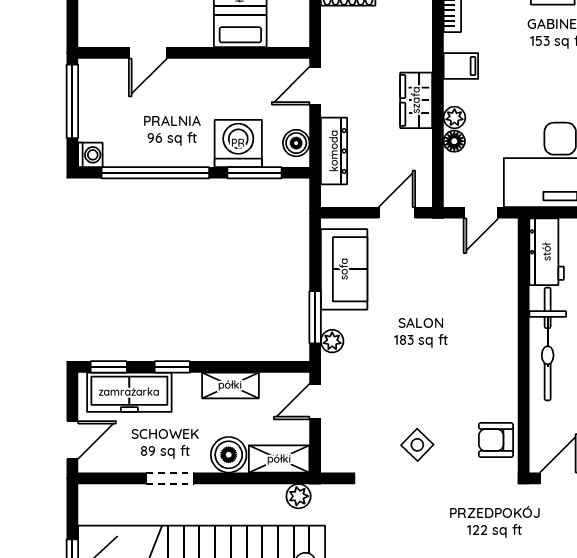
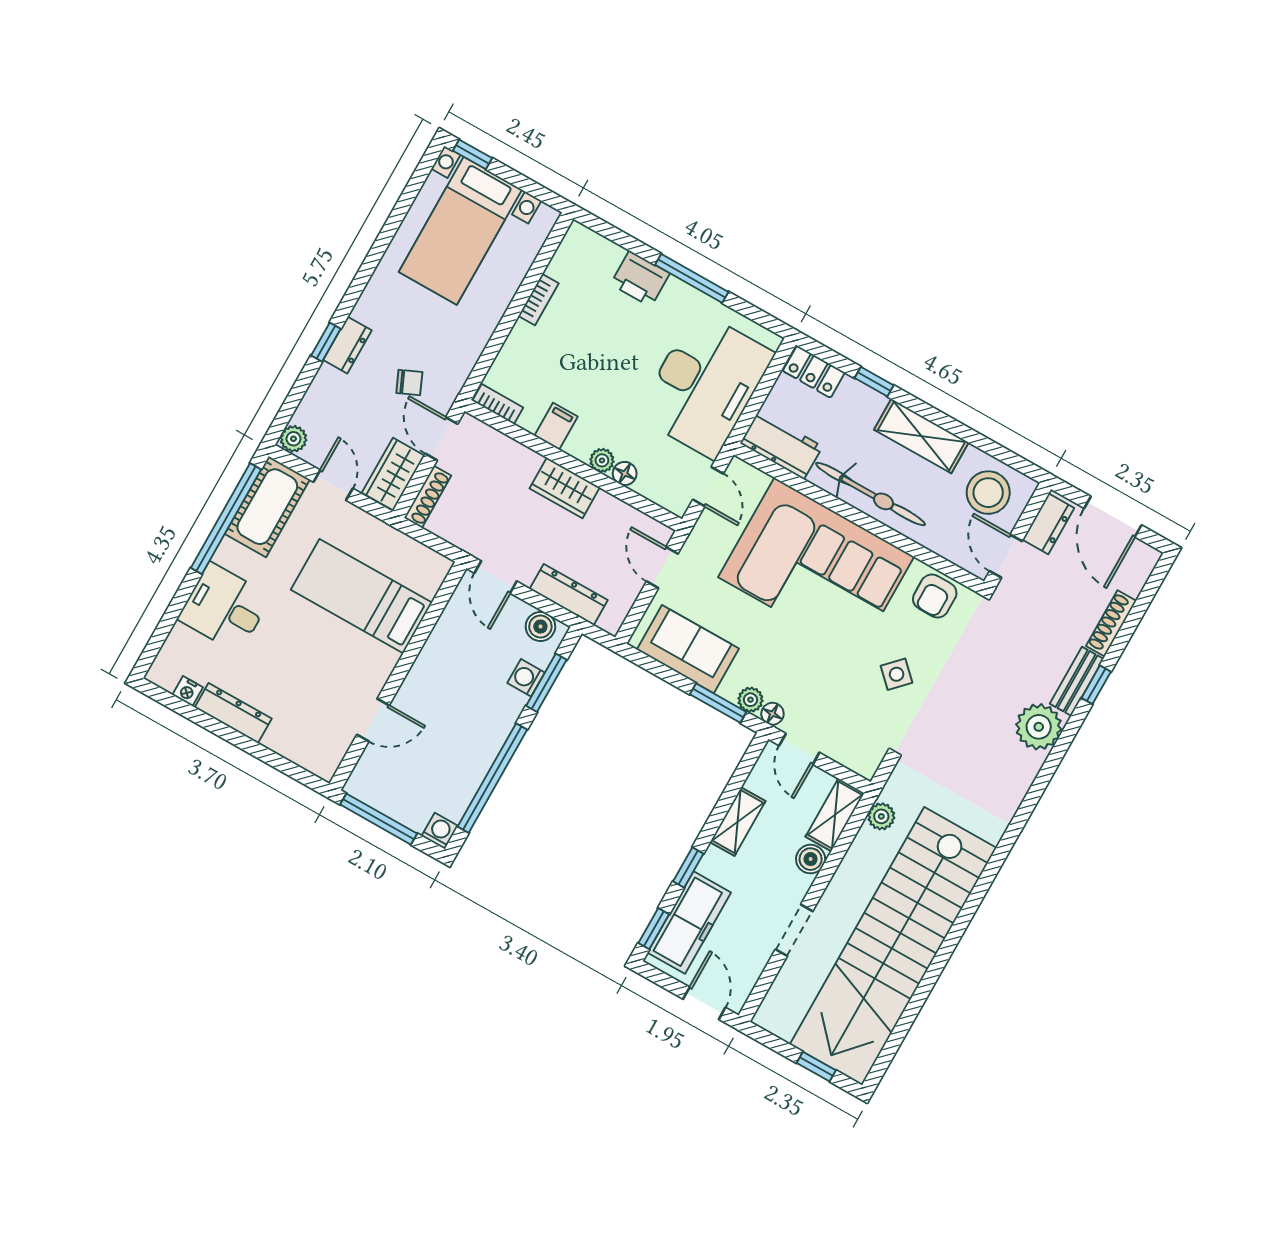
door: (148, 53) -> (373, 720), hinge flipped
washing machine: (238, 143) -> (526, 678), width x0.53, depth x0.53
corner sofa: (466, 334) -> (816, 567), added
floor lamp: (331, 365) -> (772, 714), added
boiler: (229, 455) -> (811, 859), width x0.73, depth x0.73

